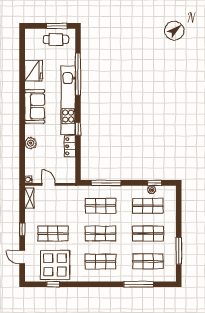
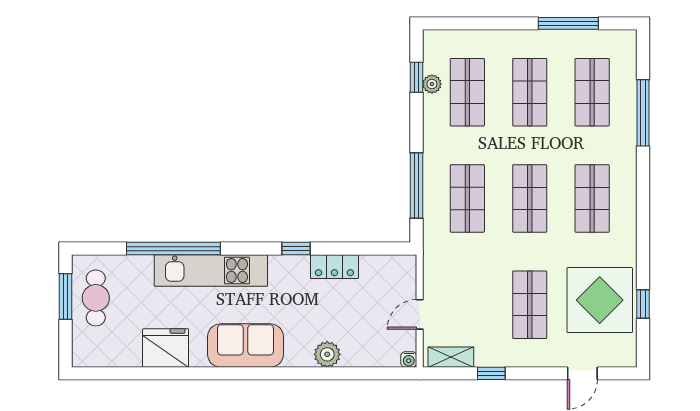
kitchen unit: (68, 100) -> (211, 271), width x0.73
window: (22, 229) -> (491, 373), moved

